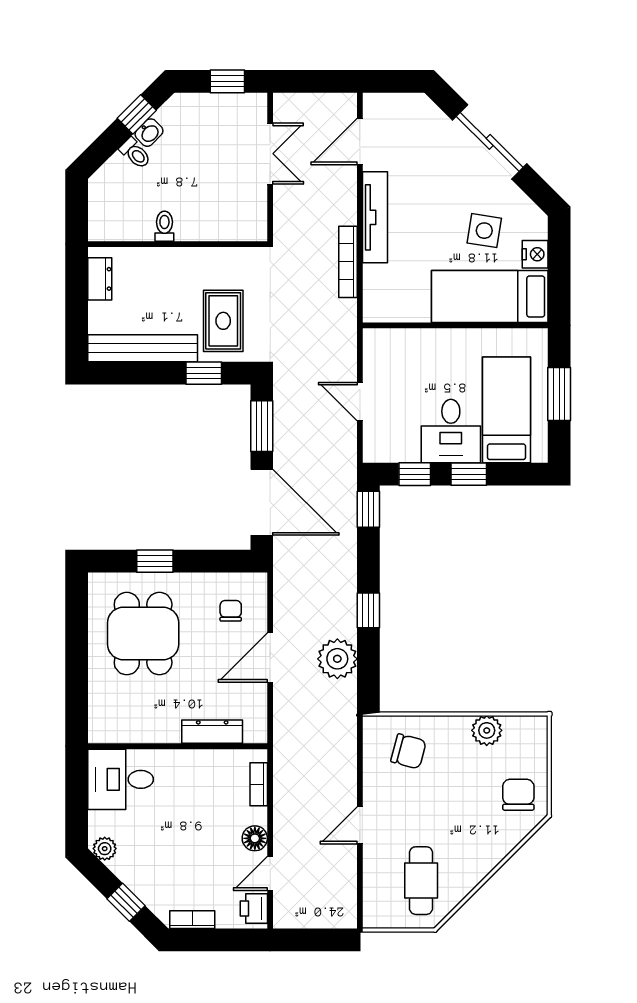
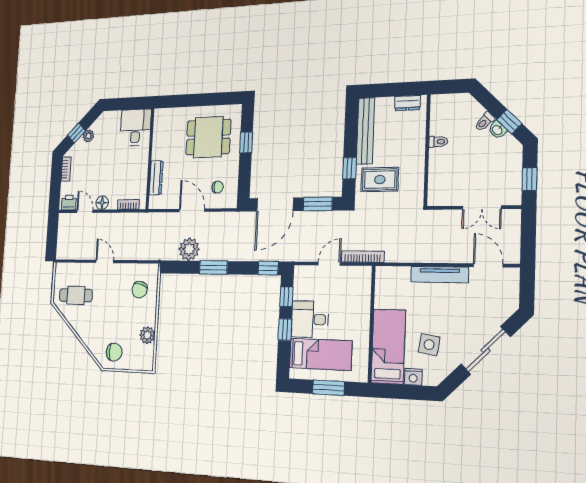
bookcase: (348, 262) -> (363, 257), moved
window: (368, 610) -> (213, 267), width x1.50
plant: (105, 849) -> (88, 136), moved

